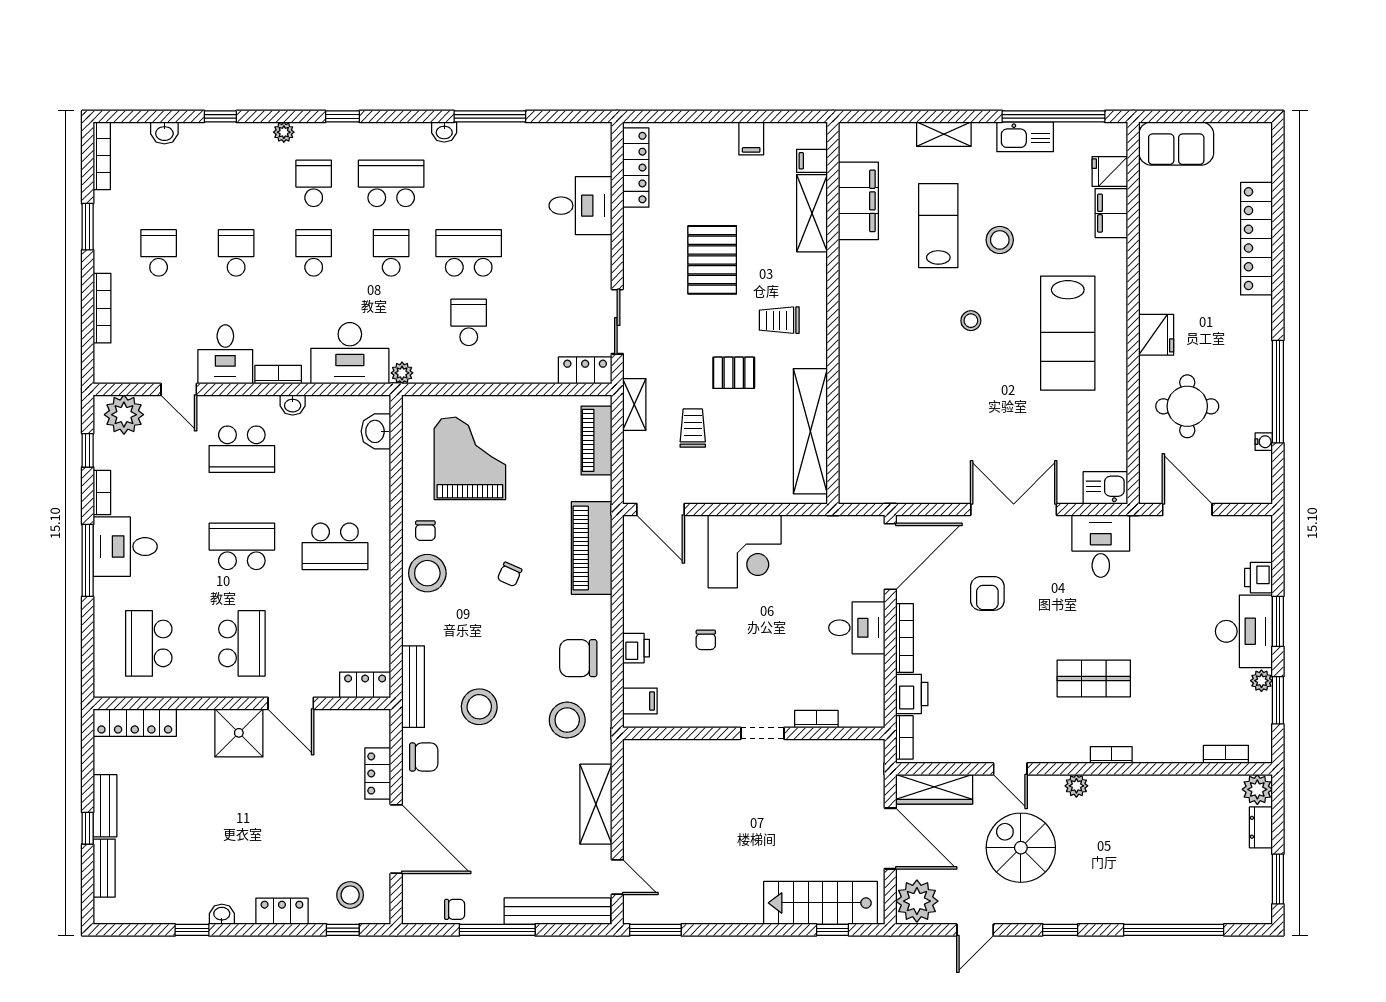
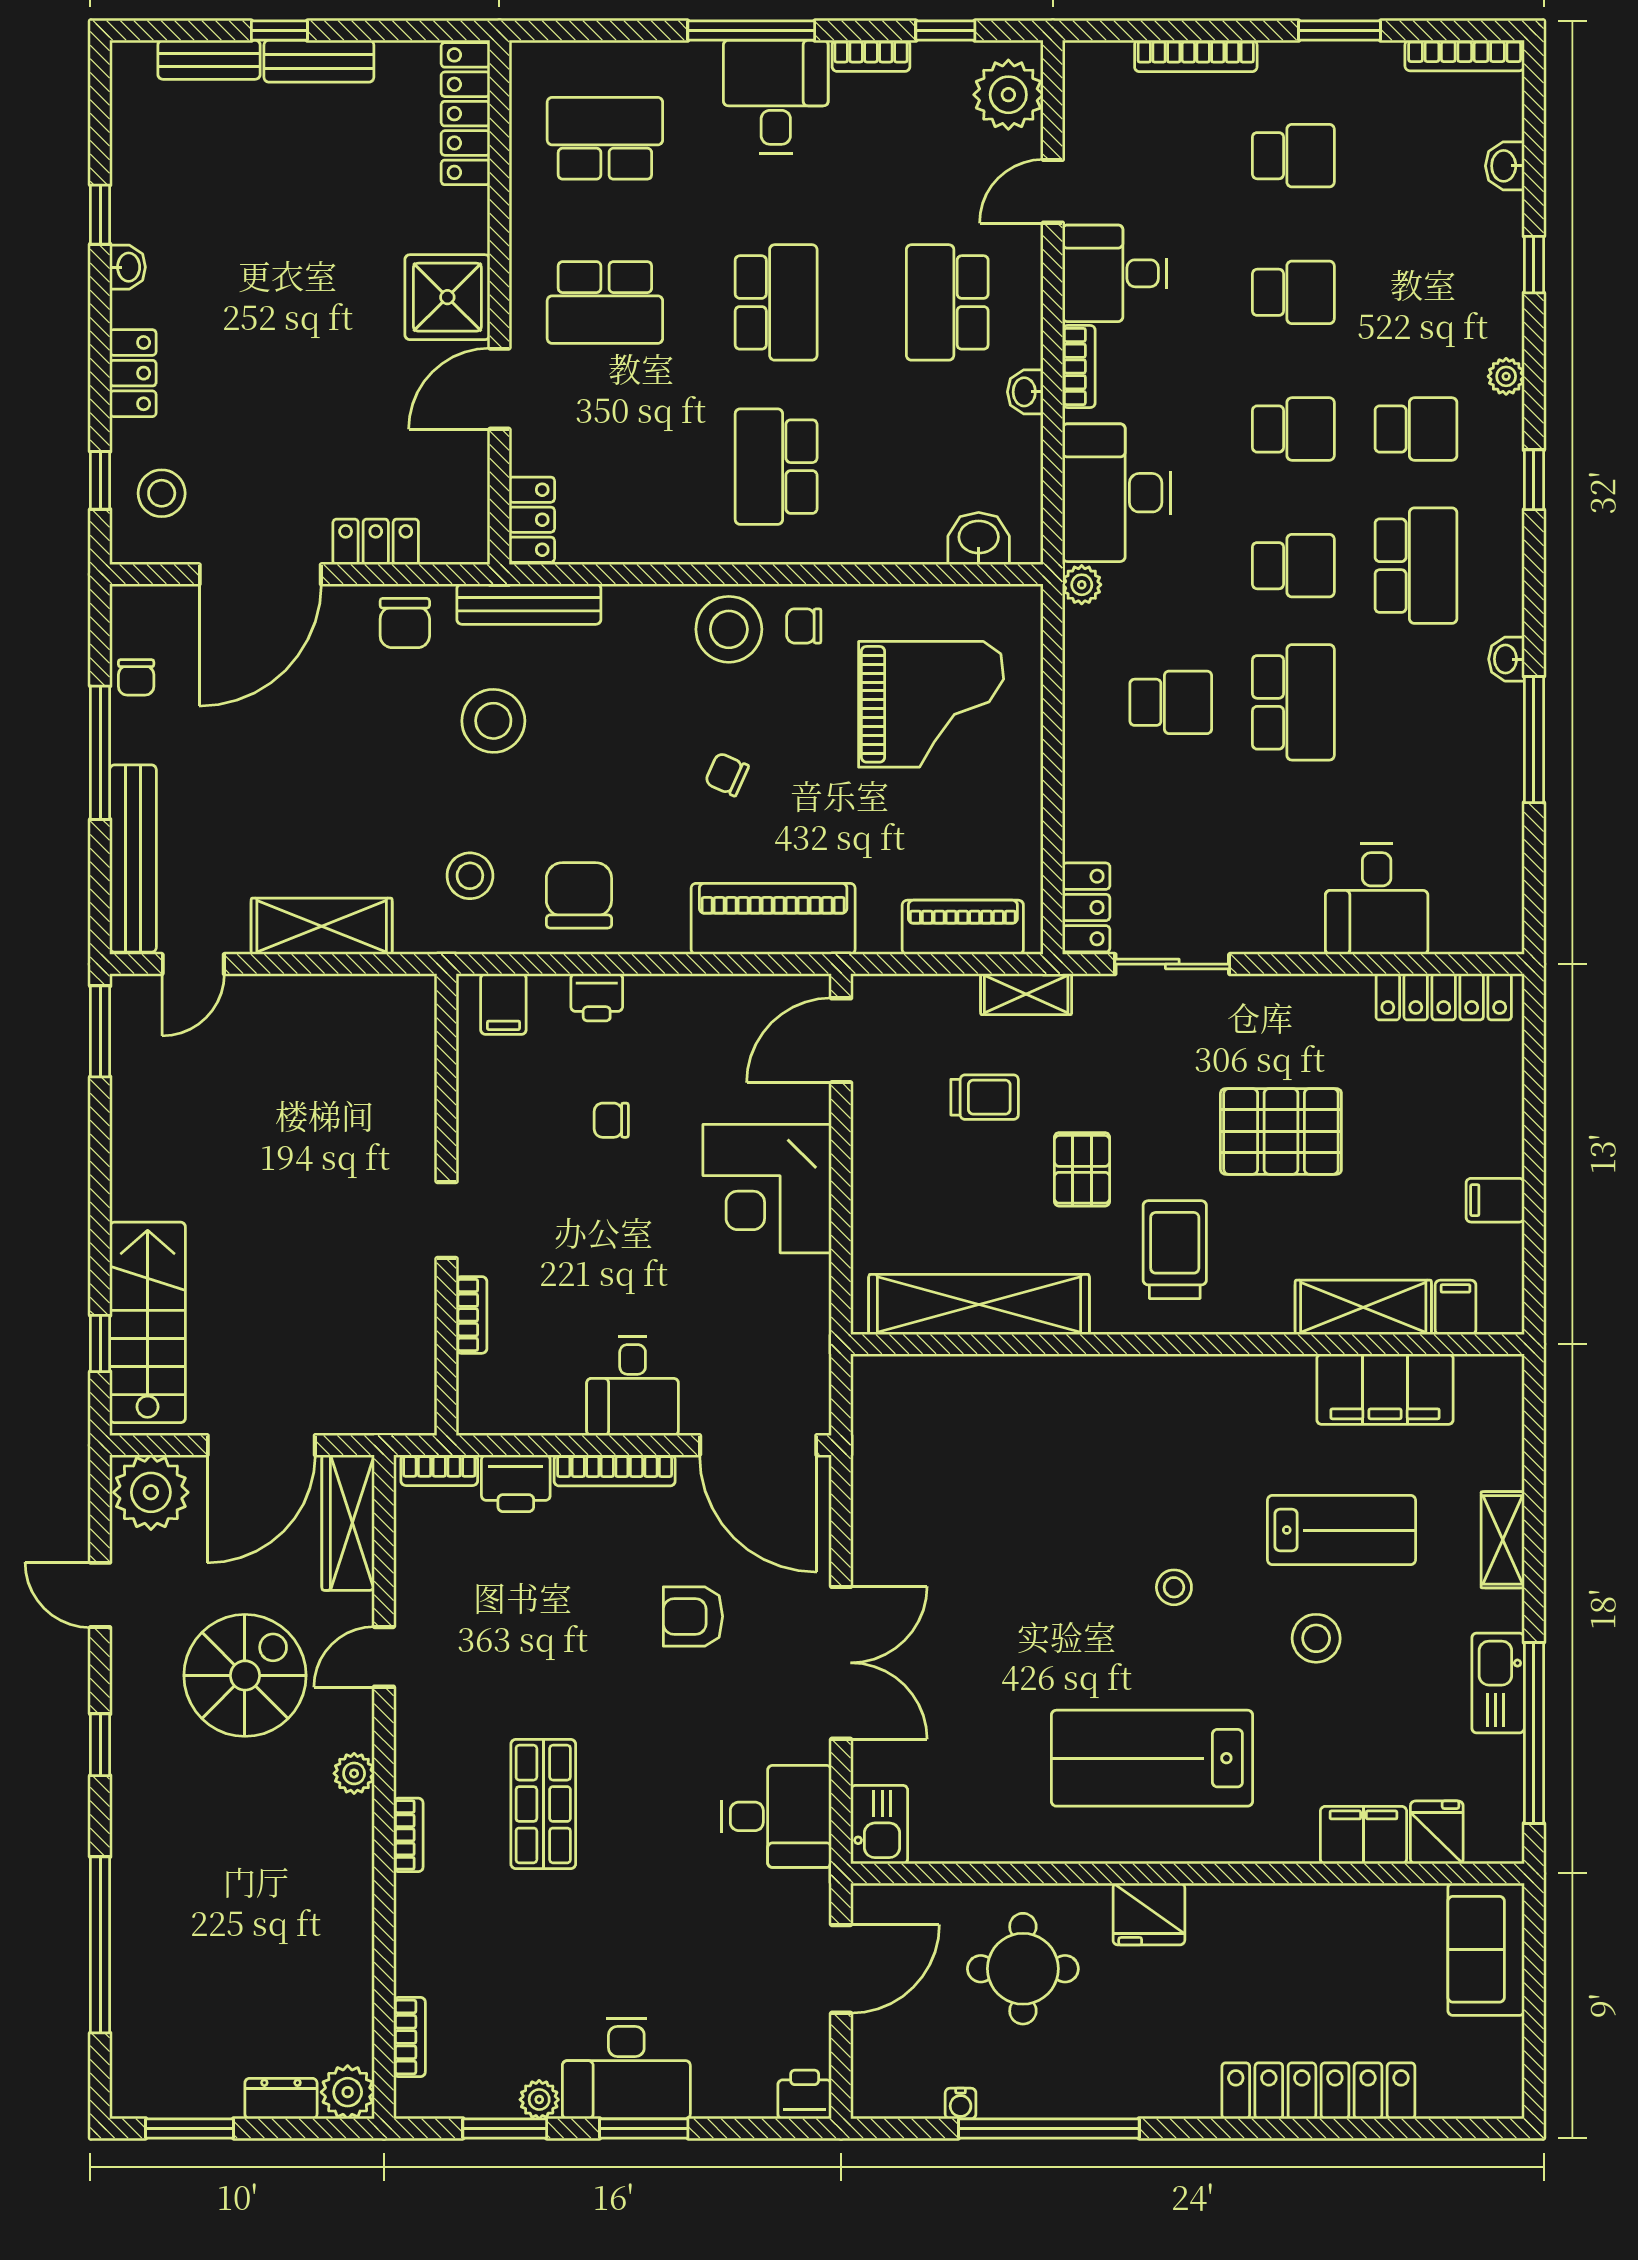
trolley: (779, 320) -> (1175, 1250), width x1.36, depth x1.39
printer: (1259, 578) -> (805, 2094), moved
stool: (567, 720) -> (470, 876), width x0.73, depth x0.73

